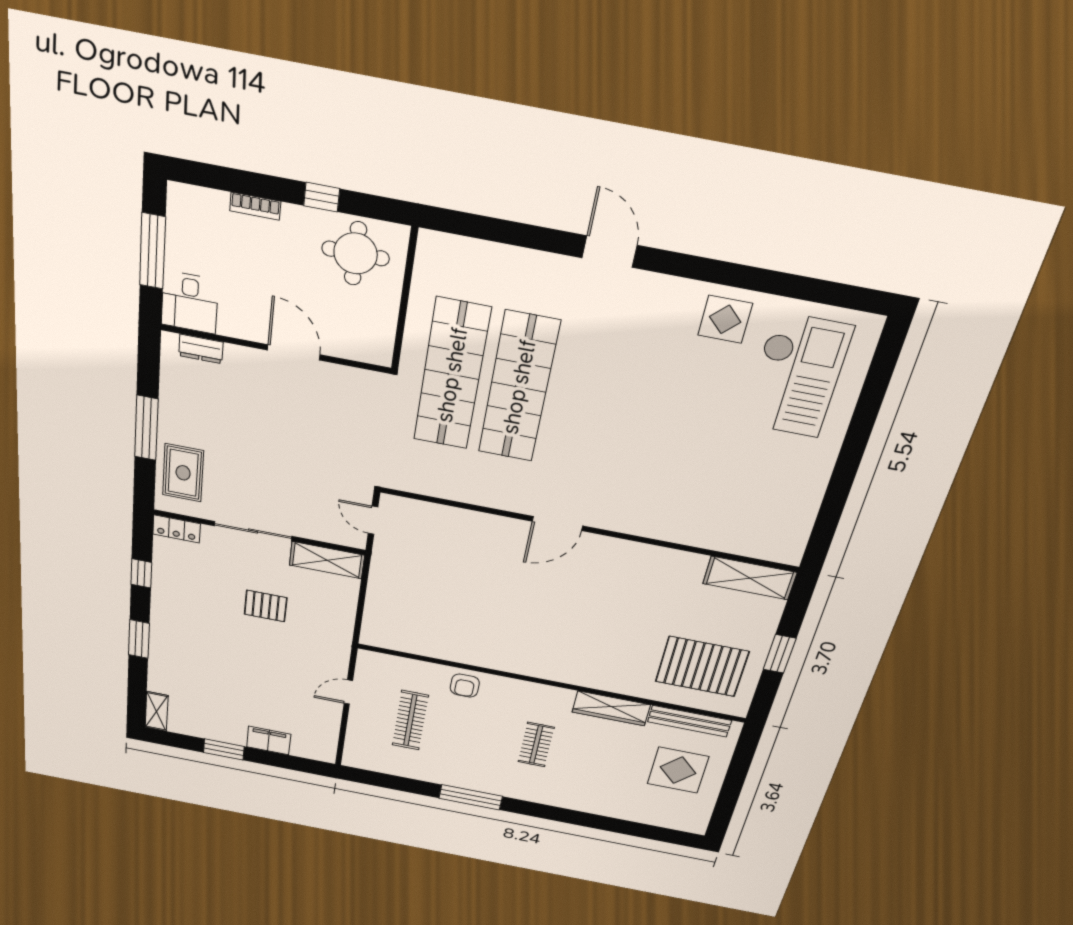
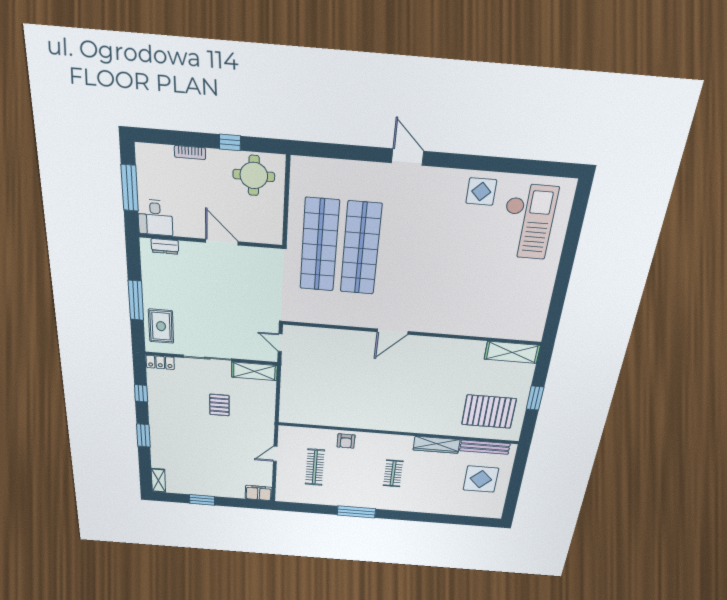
pallet: (266, 606) -> (219, 405), turned 90
filing cabinet: (269, 740) -> (259, 493), moved

